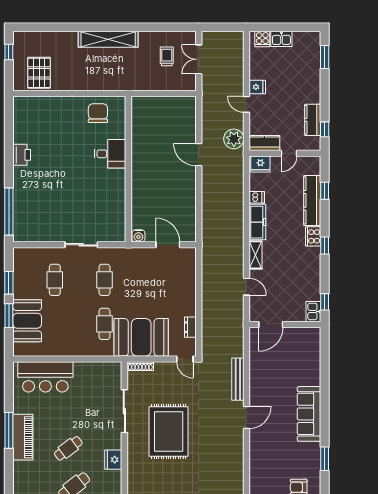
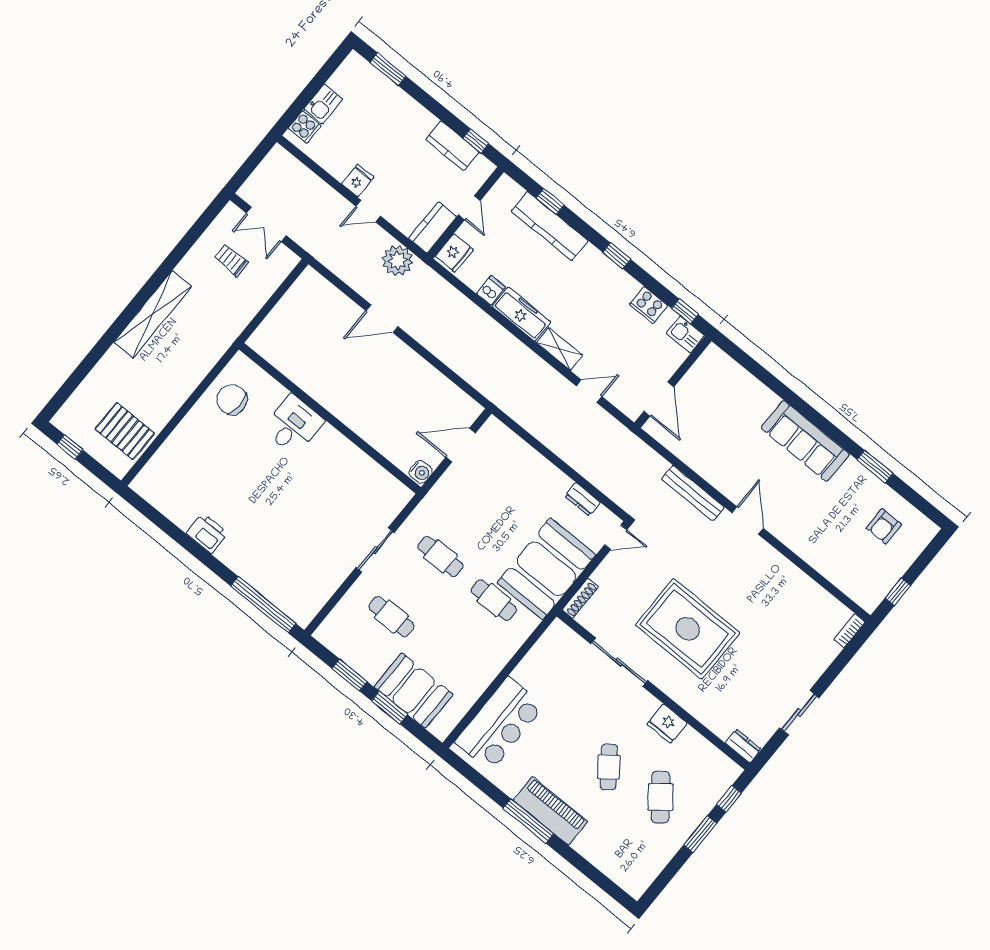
cooker: (313, 236) -> (648, 305), moved

